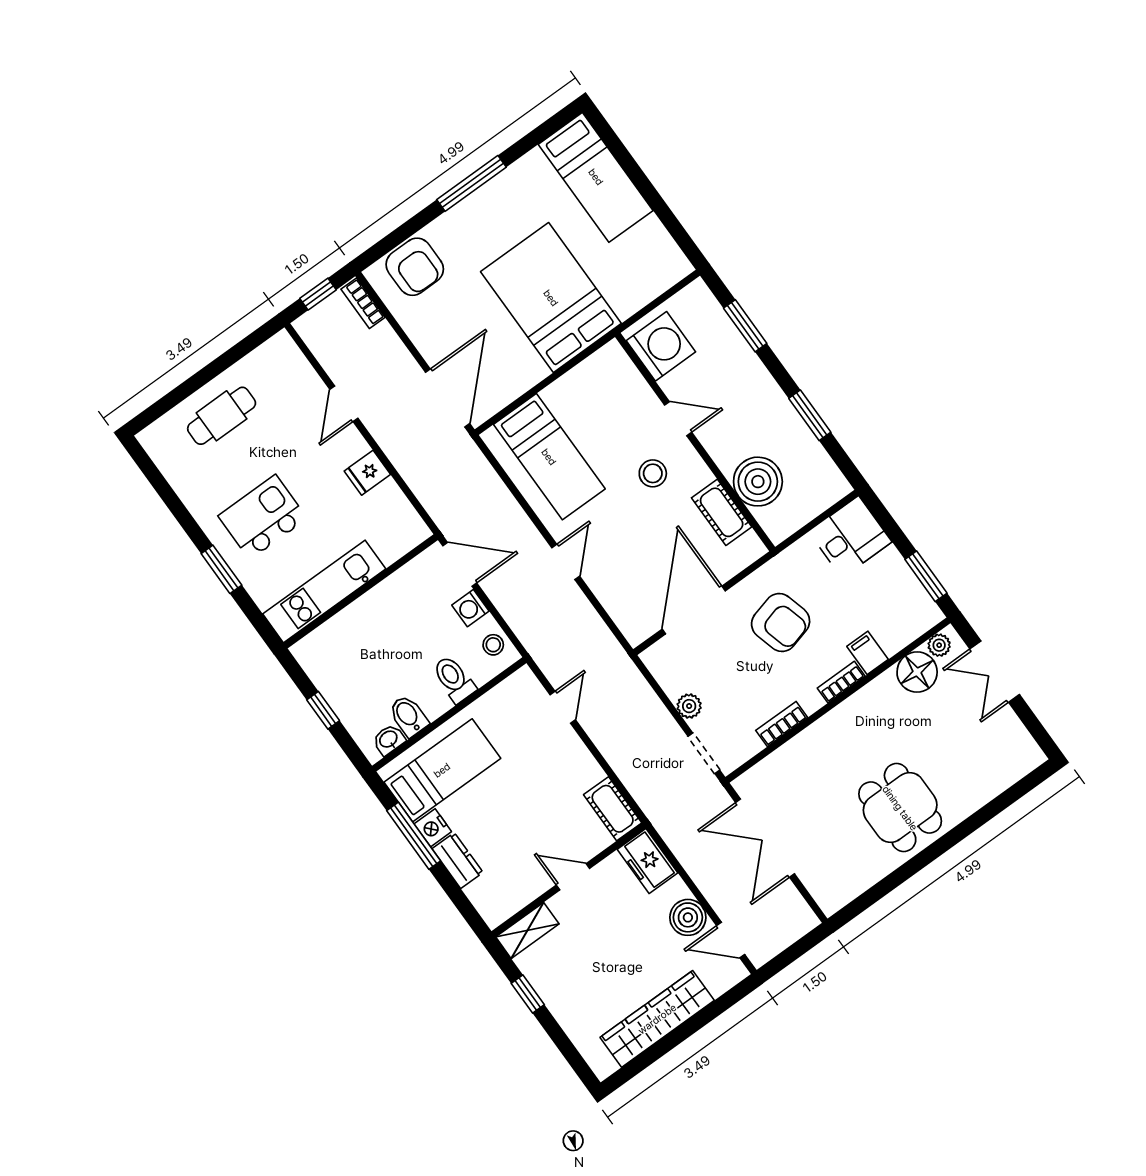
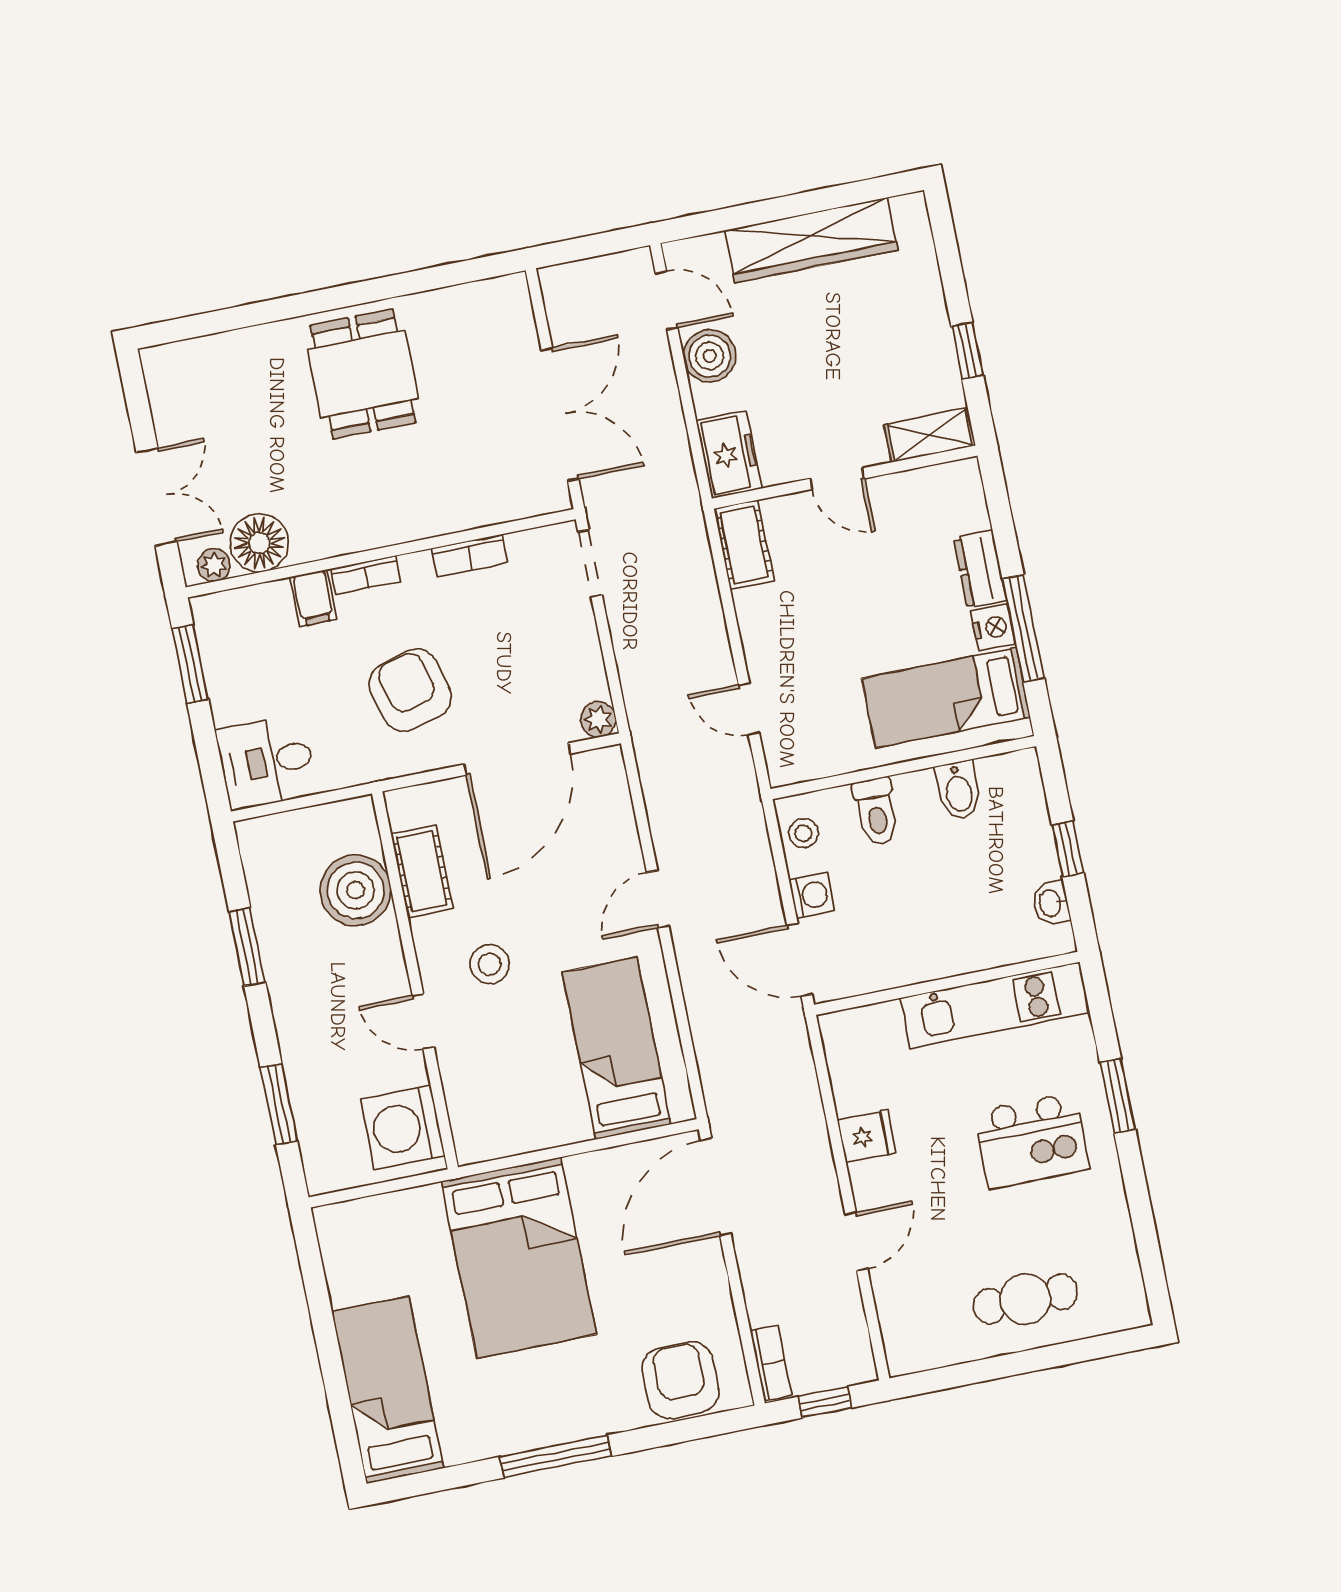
plant: (689, 706) -> (598, 719), moved
door: (563, 707) -> (749, 709), hinge flipped
washbasin: (389, 740) -> (1051, 903), moved, turned 90

